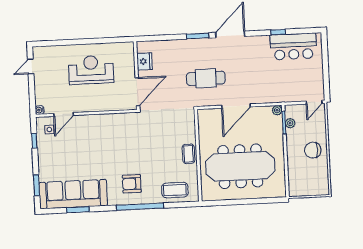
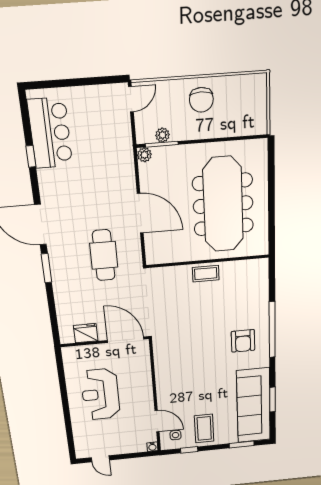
door: (314, 102) -> (131, 99), hinge flipped
coffee table: (175, 190) -> (204, 428), moved

